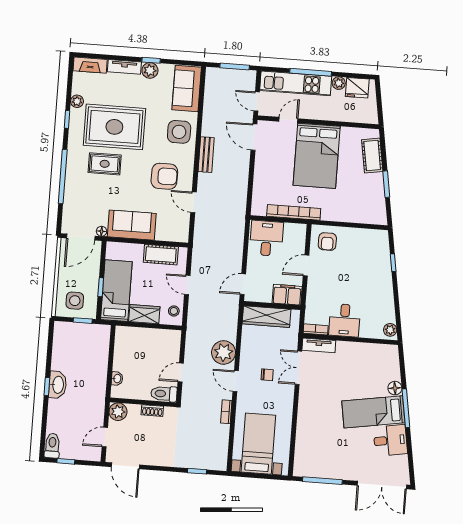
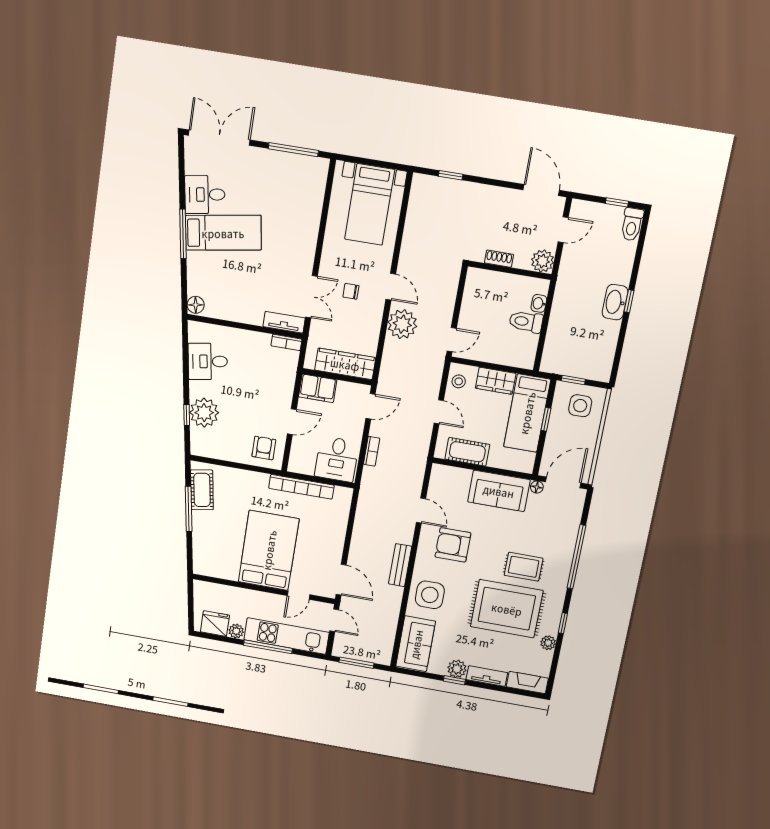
cot: (372, 156) -> (202, 490), moved
window: (386, 184) -> (189, 509), width x1.44
desk: (345, 320) -> (208, 361), moved, turned -99
plant: (390, 330) -> (204, 413), moved, width x1.87, depth x1.87
door: (181, 372) -> (452, 340), moved
floor lamp: (395, 388) -> (196, 305), moved
toilet: (164, 394) -> (526, 322), moved, turned 180
bookcase: (226, 412) -> (372, 451), moved

